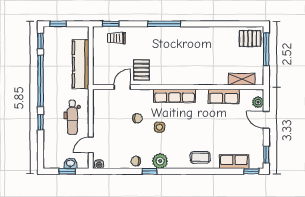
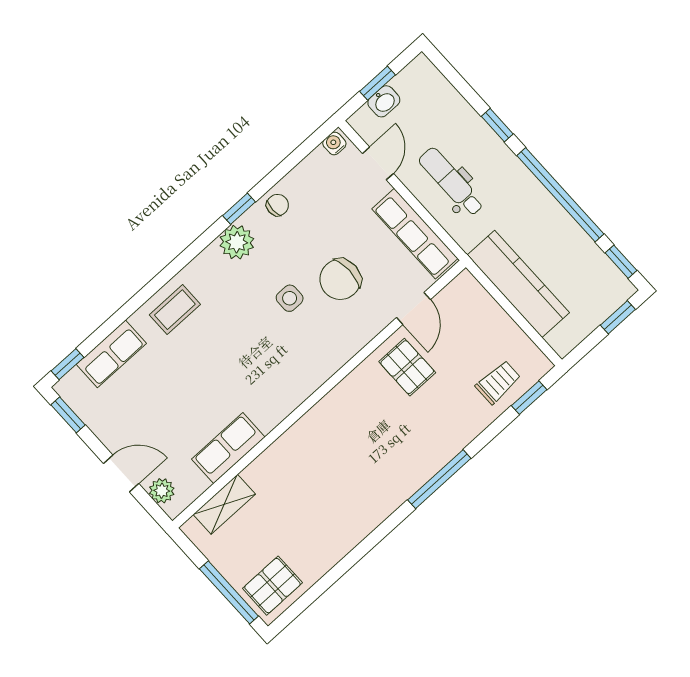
row of seats: (175, 96) -> (415, 234), moved, turned -90
chair: (137, 118) -> (340, 279), width x1.87, depth x1.87

